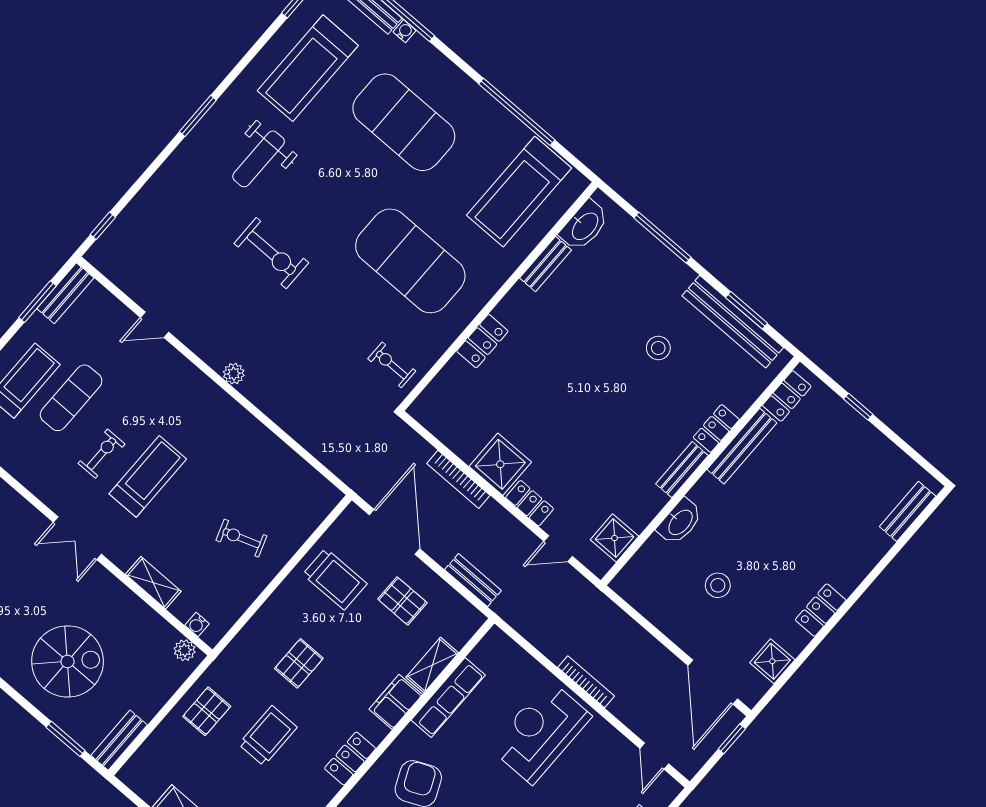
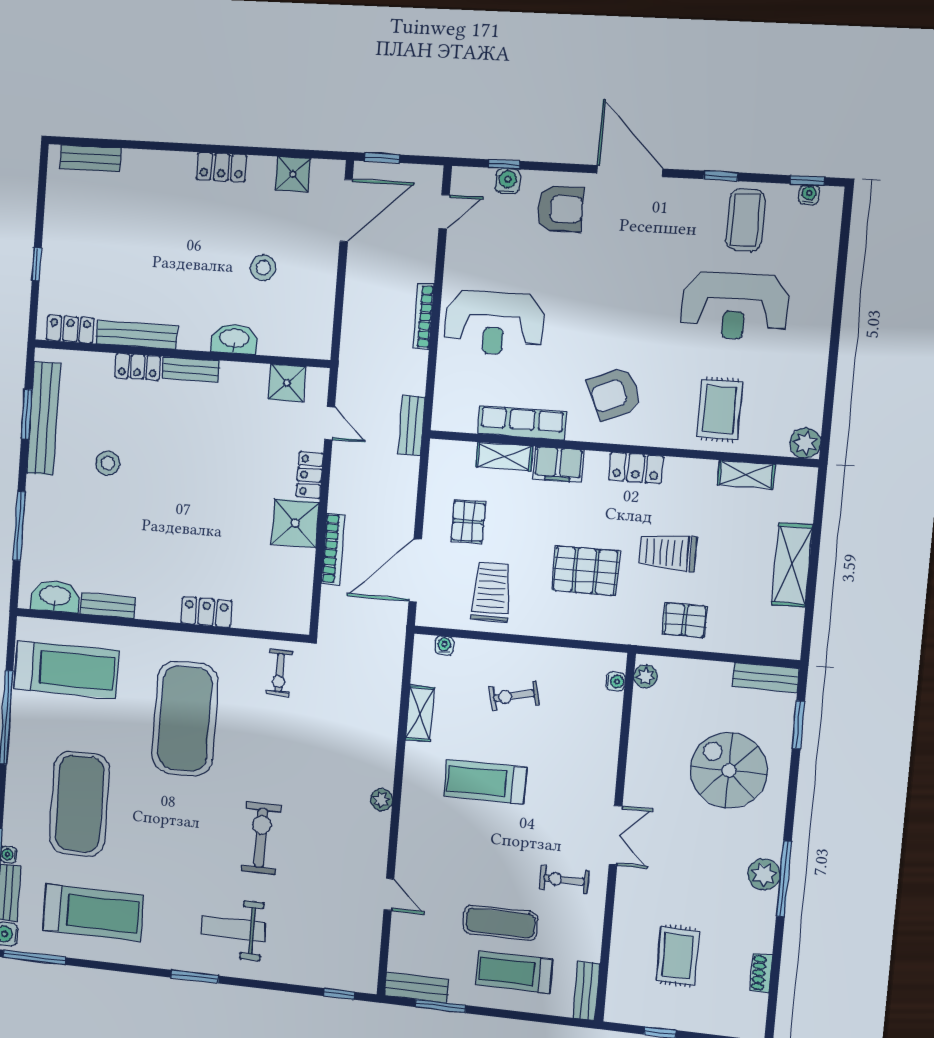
weight bench: (259, 159) -> (233, 929), moved, turned 180
exercise bike: (102, 454) -> (564, 880), moved
treadmill: (148, 476) -> (485, 782), moved
water cooler: (320, 512) -> (444, 646), added
exercise bike: (241, 538) -> (514, 696), turned 96
bench: (473, 580) -> (412, 425), moved
shelving: (153, 583) -> (420, 714), moved
pallet: (299, 663) -> (585, 571), width x1.50, depth x1.42

